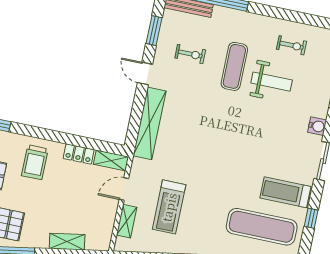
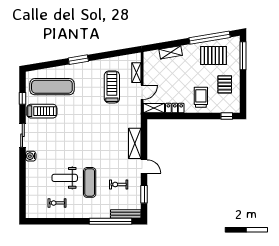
shelving: (150, 123) -> (135, 143), width x0.68

